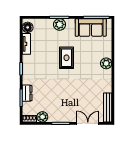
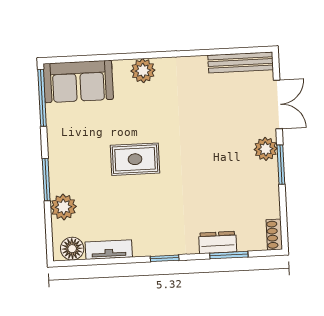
plant: (60, 24) -> (63, 207), moved
sofa: (91, 27) -> (78, 81), moved, turned 90
plant: (42, 117) -> (266, 149), moved
double door: (88, 123) -> (278, 104), swing flipped

